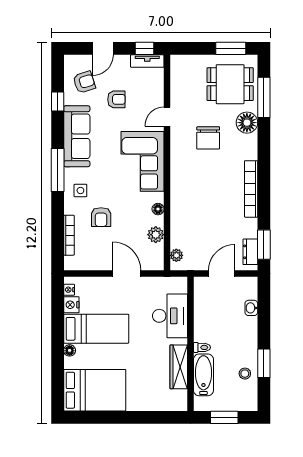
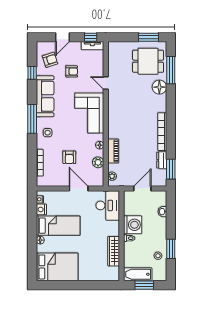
door: (167, 117) -> (106, 83), hinge flipped
chair: (208, 138) -> (133, 97), removed
armchair: (101, 217) -> (69, 157), moved
piano: (178, 218) -> (113, 151), added
dresser: (250, 252) -> (162, 160), moved
desk: (170, 316) -> (108, 205), moved
washing machine: (207, 328) -> (133, 225), added
bathtub: (203, 375) -> (138, 274), moved, turned -90

